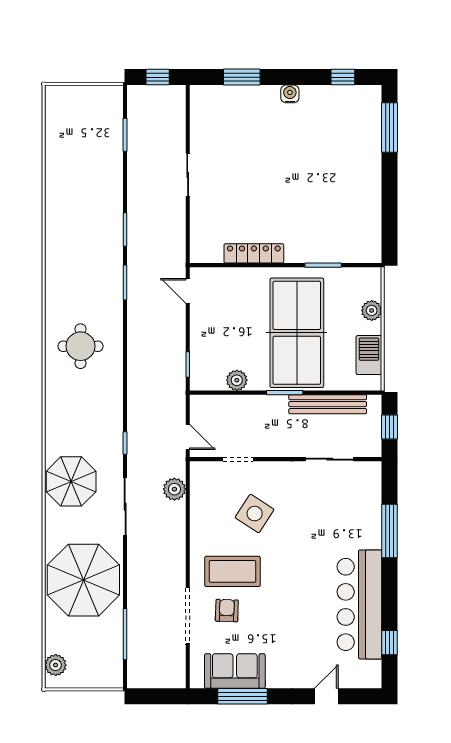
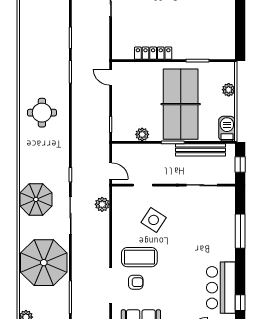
barbecue: (369, 355) -> (227, 129), moved
bar counter: (359, 604) -> (221, 288), width x0.73
armchair: (227, 611) -> (136, 282), turned 88

